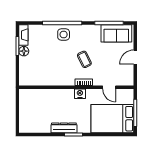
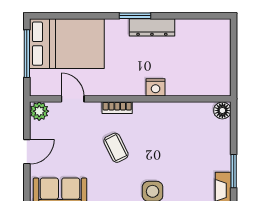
floor lamp: (24, 51) -> (222, 110), moved
plant: (128, 80) -> (39, 111), added
nightstand: (80, 94) -> (156, 87), moved

